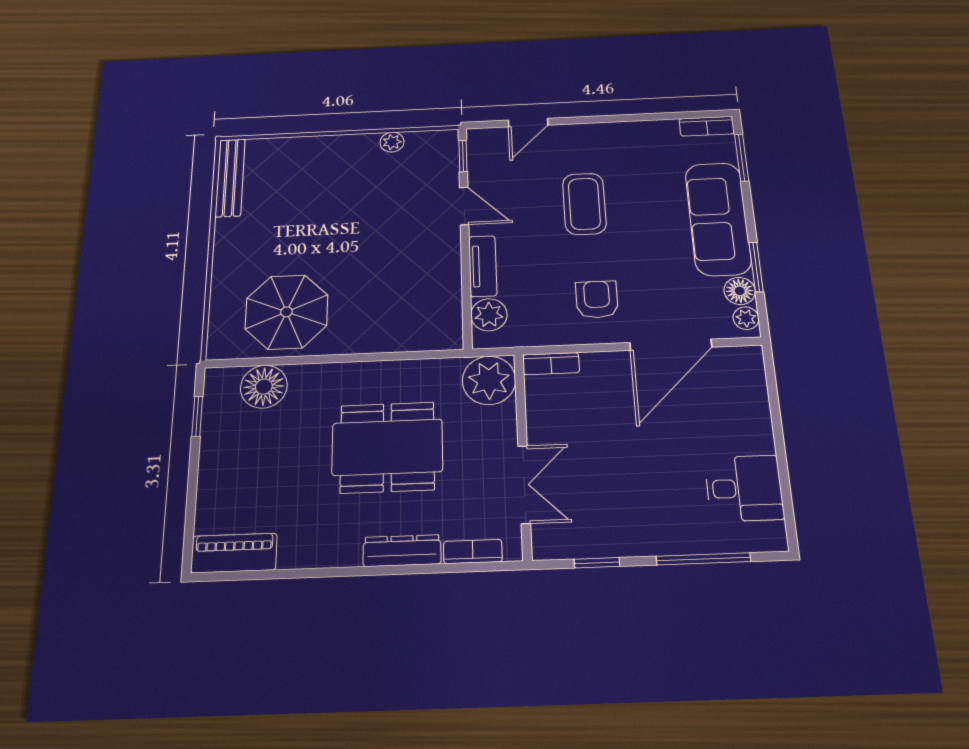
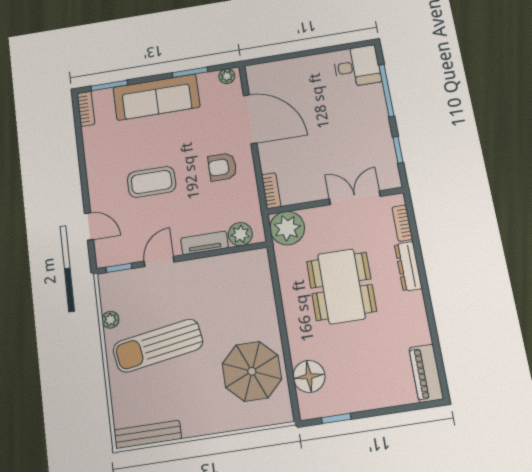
sun lounger: (346, 197) -> (158, 346), added
floor lamp: (740, 291) -> (208, 81), removed
desk: (744, 488) -> (357, 66), moved, turned 90

